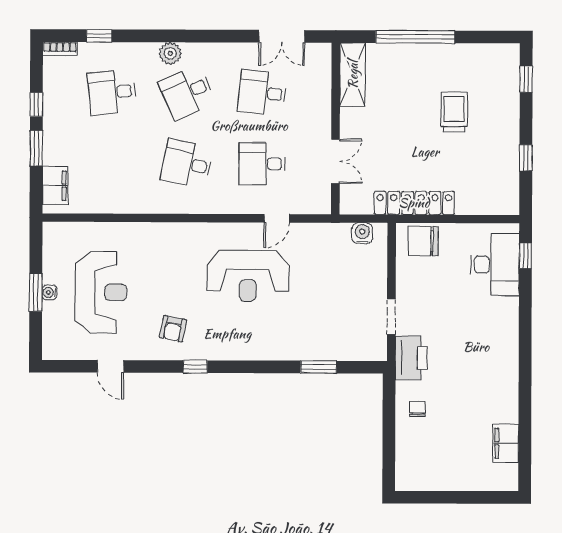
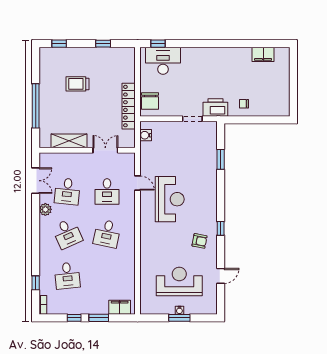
plant: (170, 53) -> (45, 209), moved
shelving: (353, 75) -> (69, 141), moved

